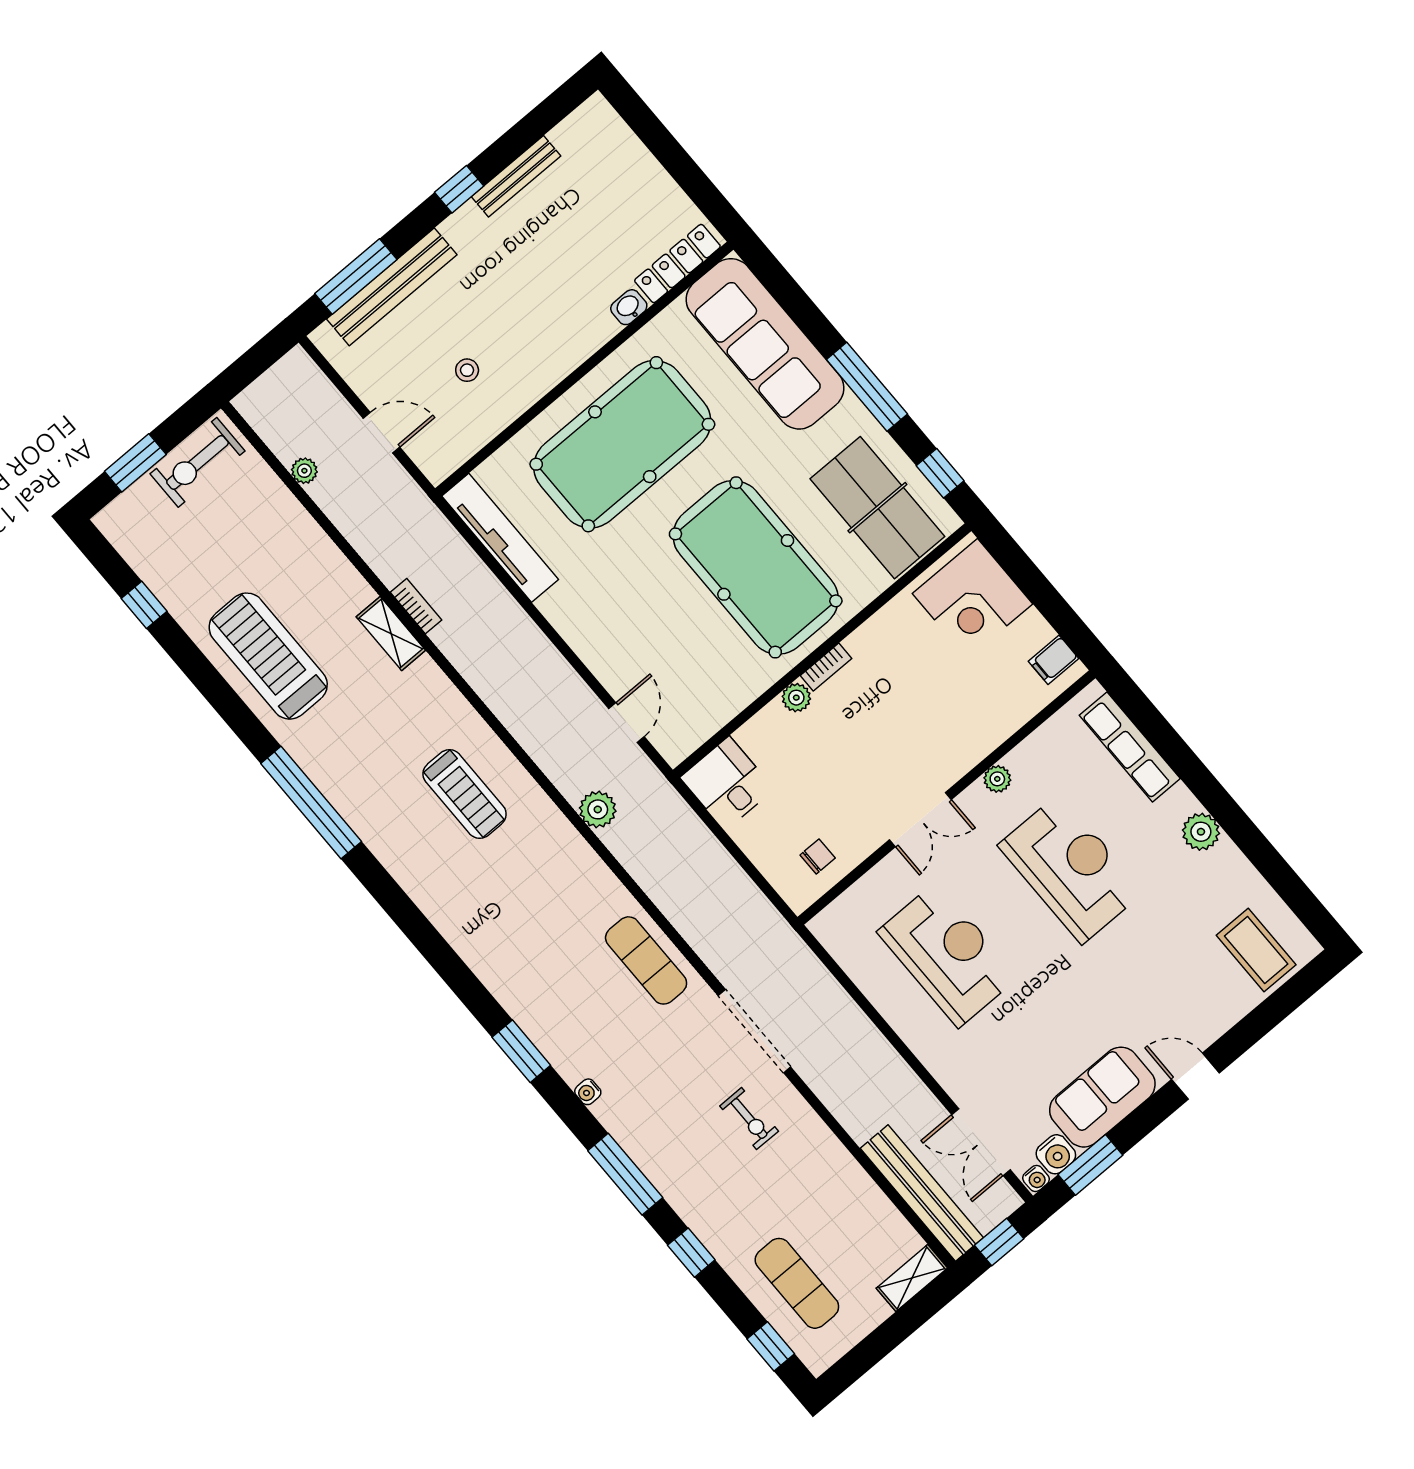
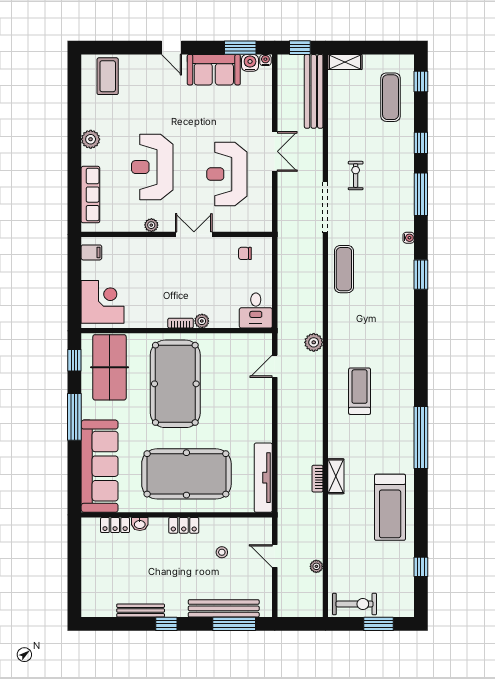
locker: (677, 264) -> (115, 525), width x0.66
locker: (560, 362) -> (184, 525), added
double door: (981, 1142) -> (275, 151), moved

